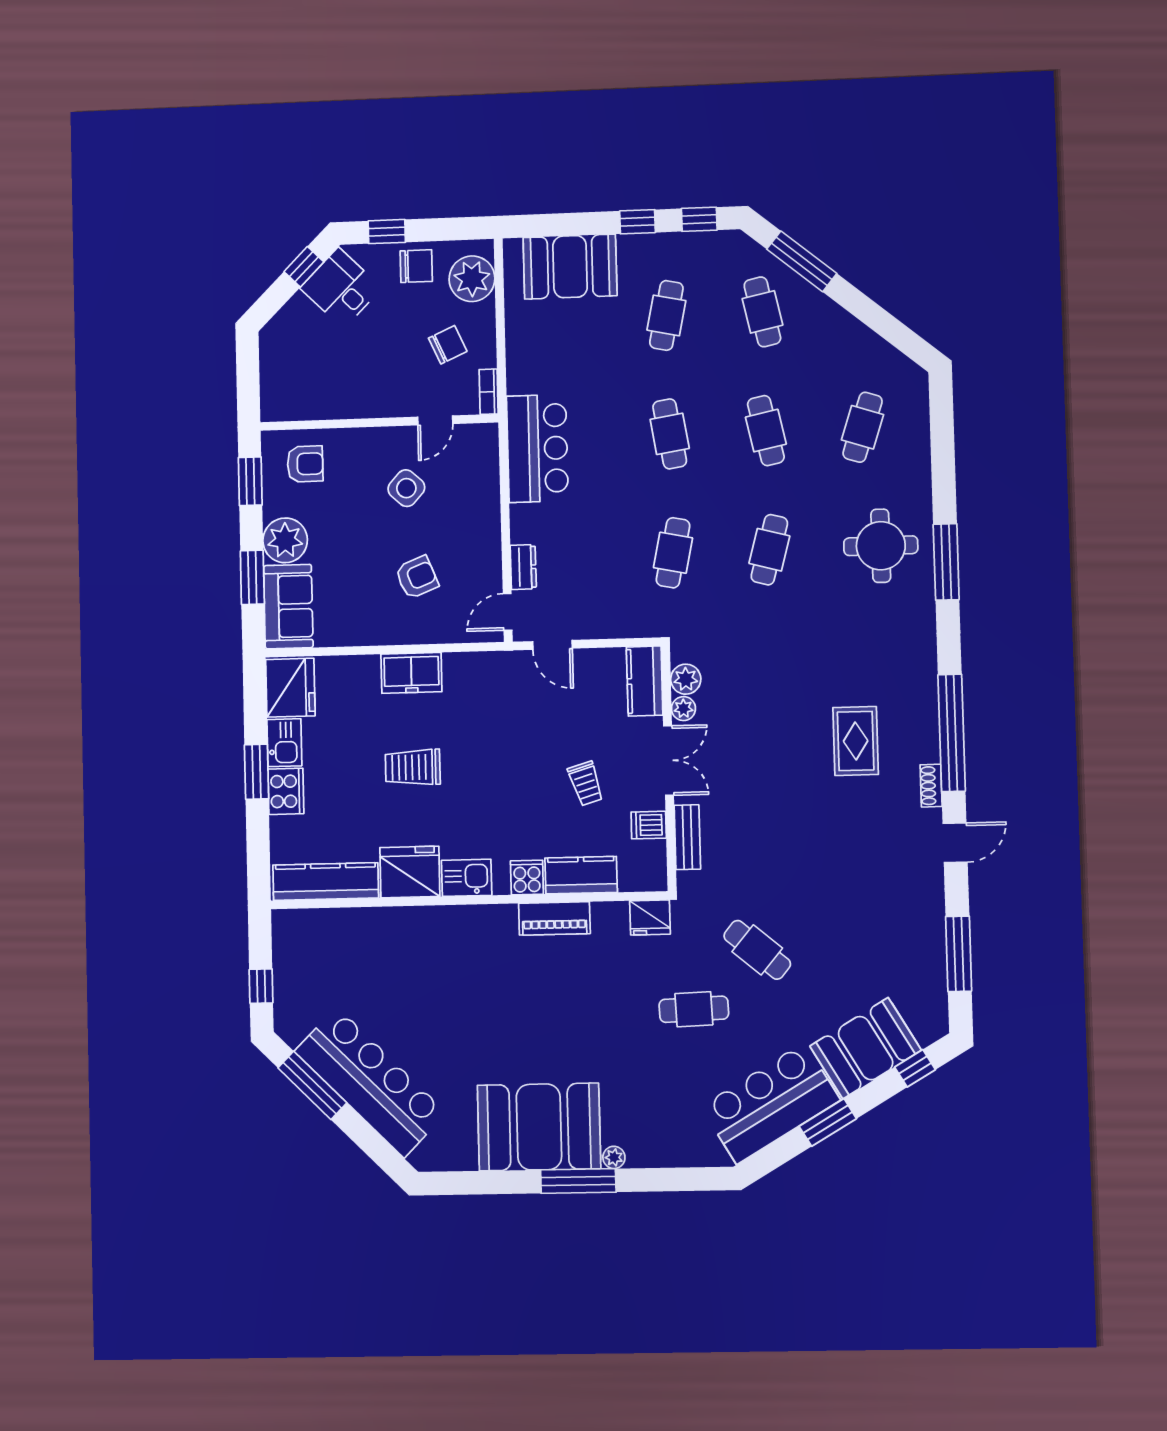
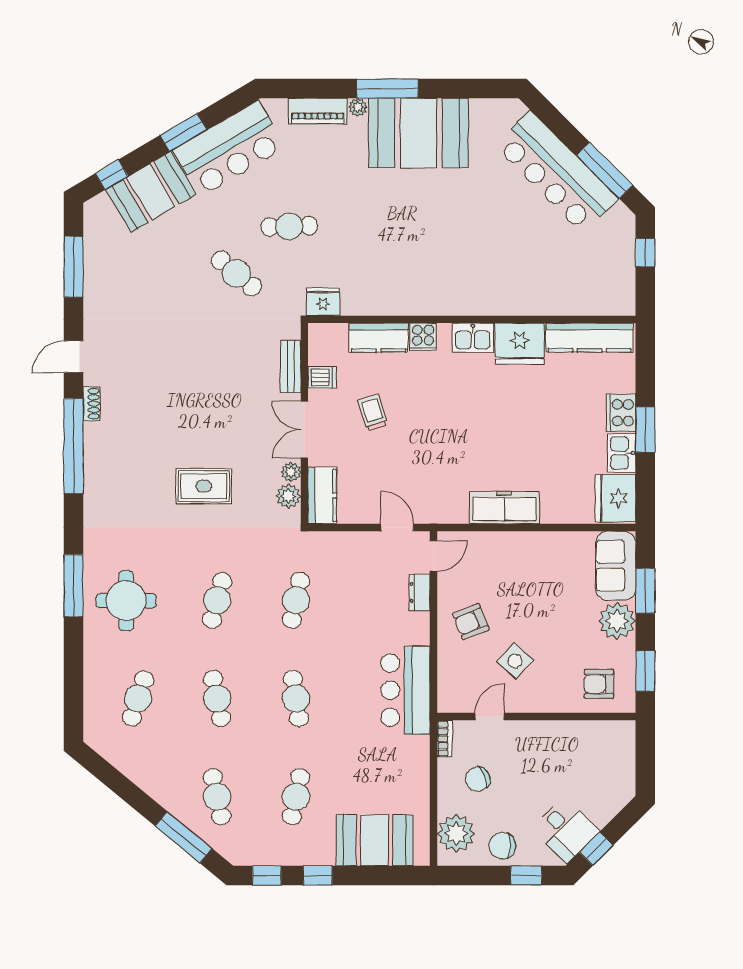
armchair: (417, 577) -> (471, 622), moved
freezer: (411, 673) -> (504, 508), width x1.40
rug: (856, 741) -> (204, 486), moved, turned 90
trolley: (413, 767) -> (515, 430), removed
piano: (554, 918) -> (318, 111), moved, turned 180

